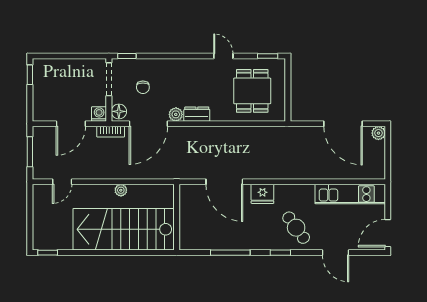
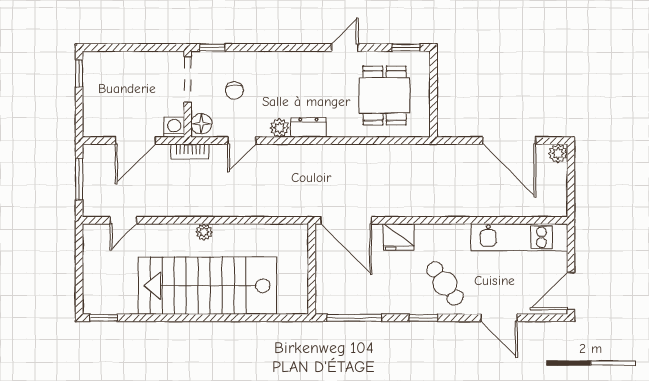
door: (223, 56) -> (345, 48), hinge flipped
door: (148, 124) -> (242, 141), width x0.53
wall: (177, 217) -> (312, 269), moved

